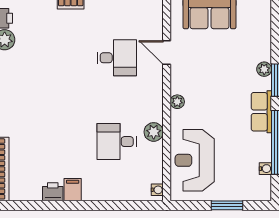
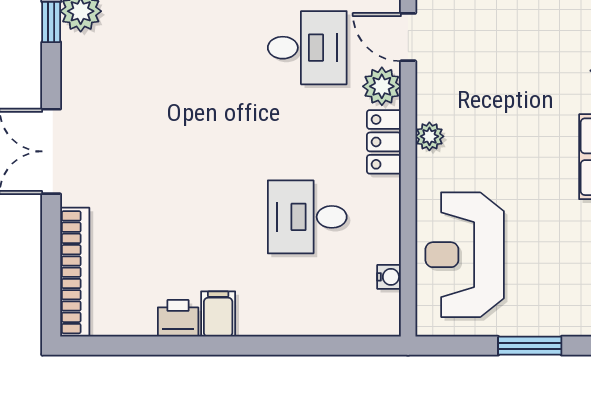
locker: (155, 104) -> (384, 142), added
plant: (154, 132) -> (382, 86), moved
water cooler: (157, 190) -> (389, 277), moved

